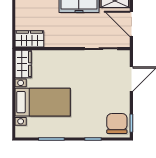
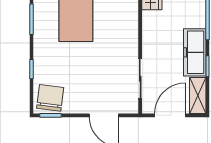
chair: (117, 124) -> (50, 98), turned -83

